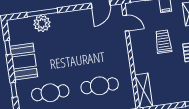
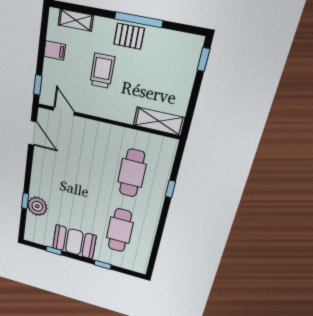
window: (42, 12) -> (25, 201), width x0.46
door: (126, 23) -> (64, 111), hinge flipped
trolley: (163, 42) -> (102, 71), turned 90

